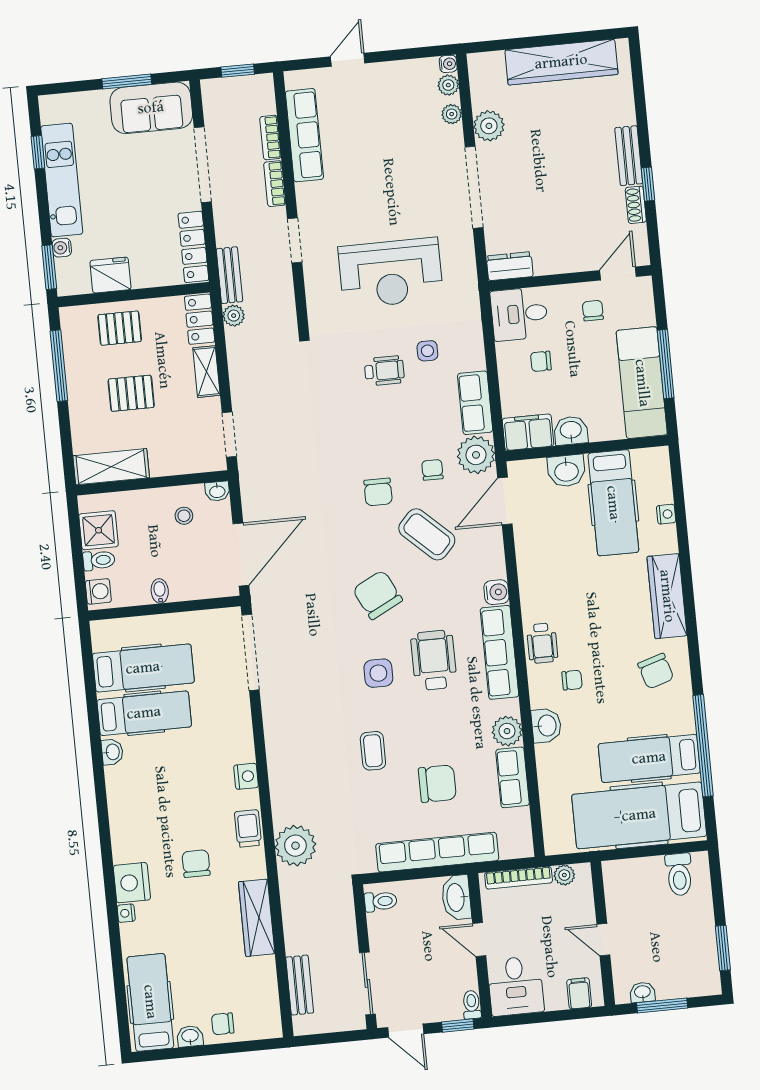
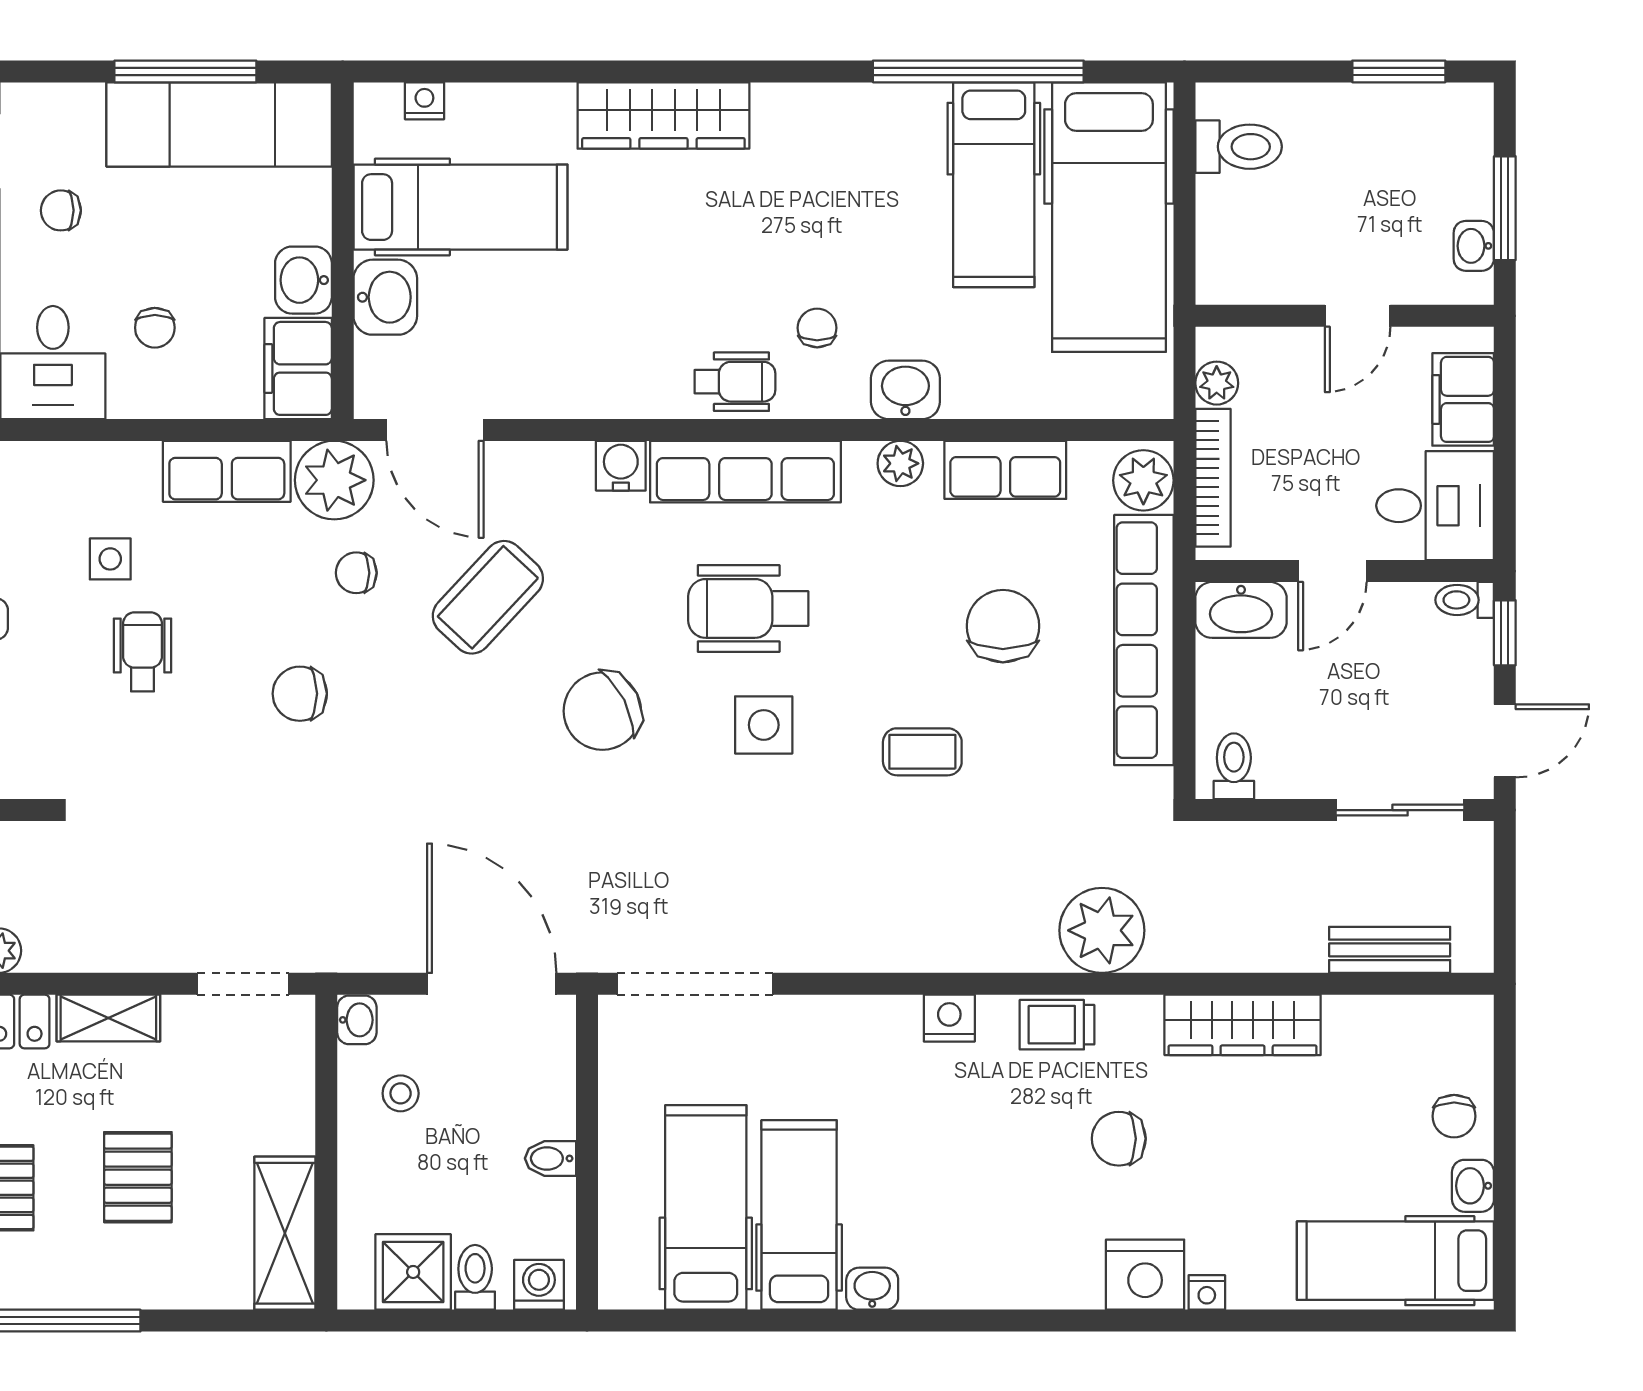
chair: (378, 492) -> (300, 694), moved, turned 180
nightstand: (666, 514) -> (424, 101), moved
chair: (656, 671) -> (815, 154), removed
plant: (507, 731) -> (900, 463), width x0.73, depth x0.73
plant: (514, 844) -> (1143, 480), added
filing cabinet: (579, 993) -> (1463, 399), width x2.00

